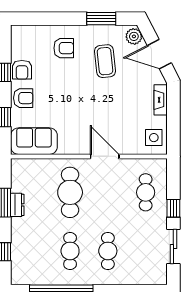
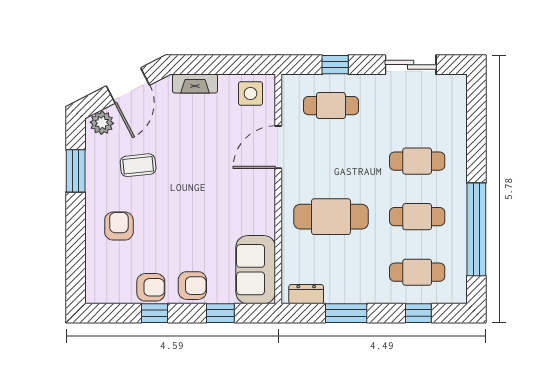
coffee table: (105, 61) -> (138, 165), width x0.73, depth x0.77
armchair: (23, 98) -> (192, 286), turned 90
door: (105, 156) -> (278, 147), moved
dresser: (17, 205) -> (306, 294), moved
window: (173, 208) -> (335, 65), moved
cafe table: (32, 251) -> (417, 272), added

